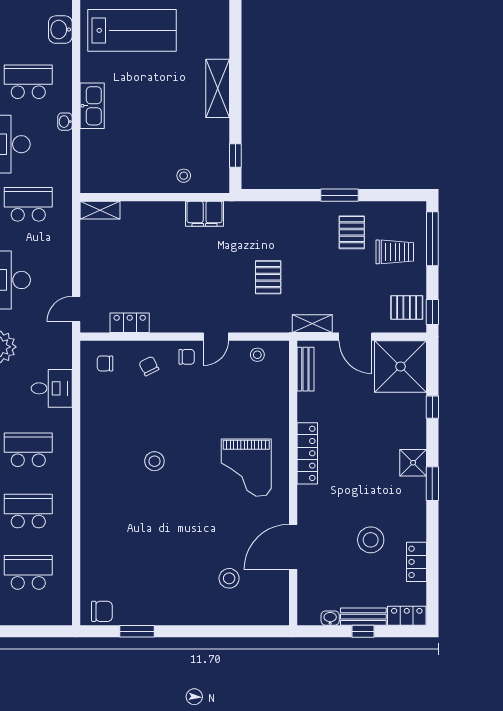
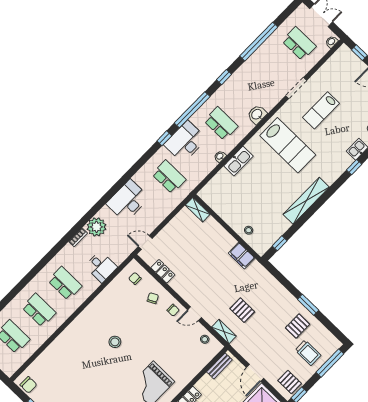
shelving: (218, 88) -> (306, 201), width x1.47
pallet: (268, 277) -> (242, 310), turned 90
shelving: (312, 324) -> (224, 332), moved

